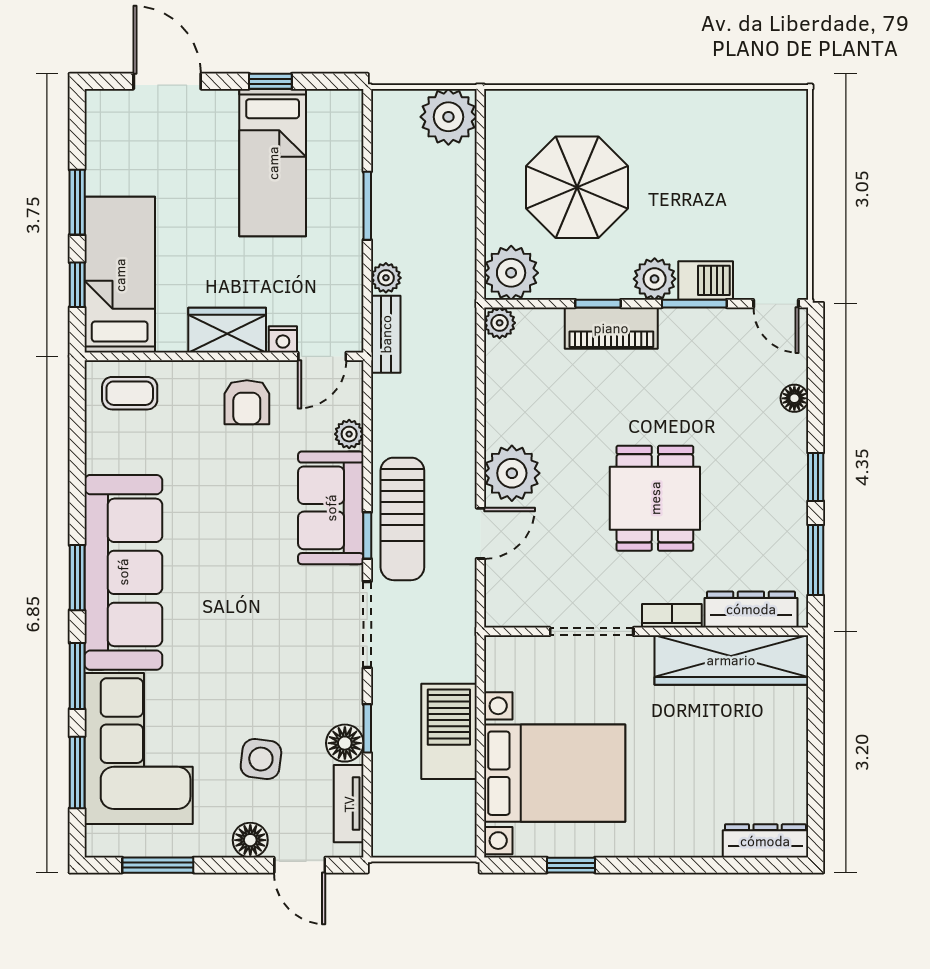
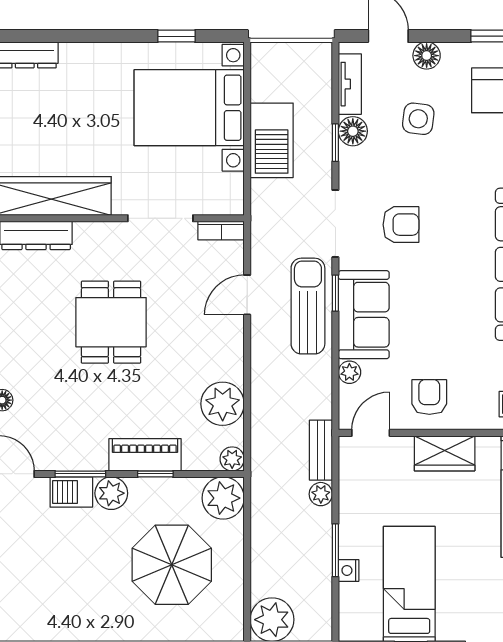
nightstand: (283, 339) -> (349, 570), moved, turned -90
plant: (512, 473) -> (223, 404), moved
bookcase: (672, 616) -> (221, 231), moved
armchair: (283, 623) -> (401, 225), added

